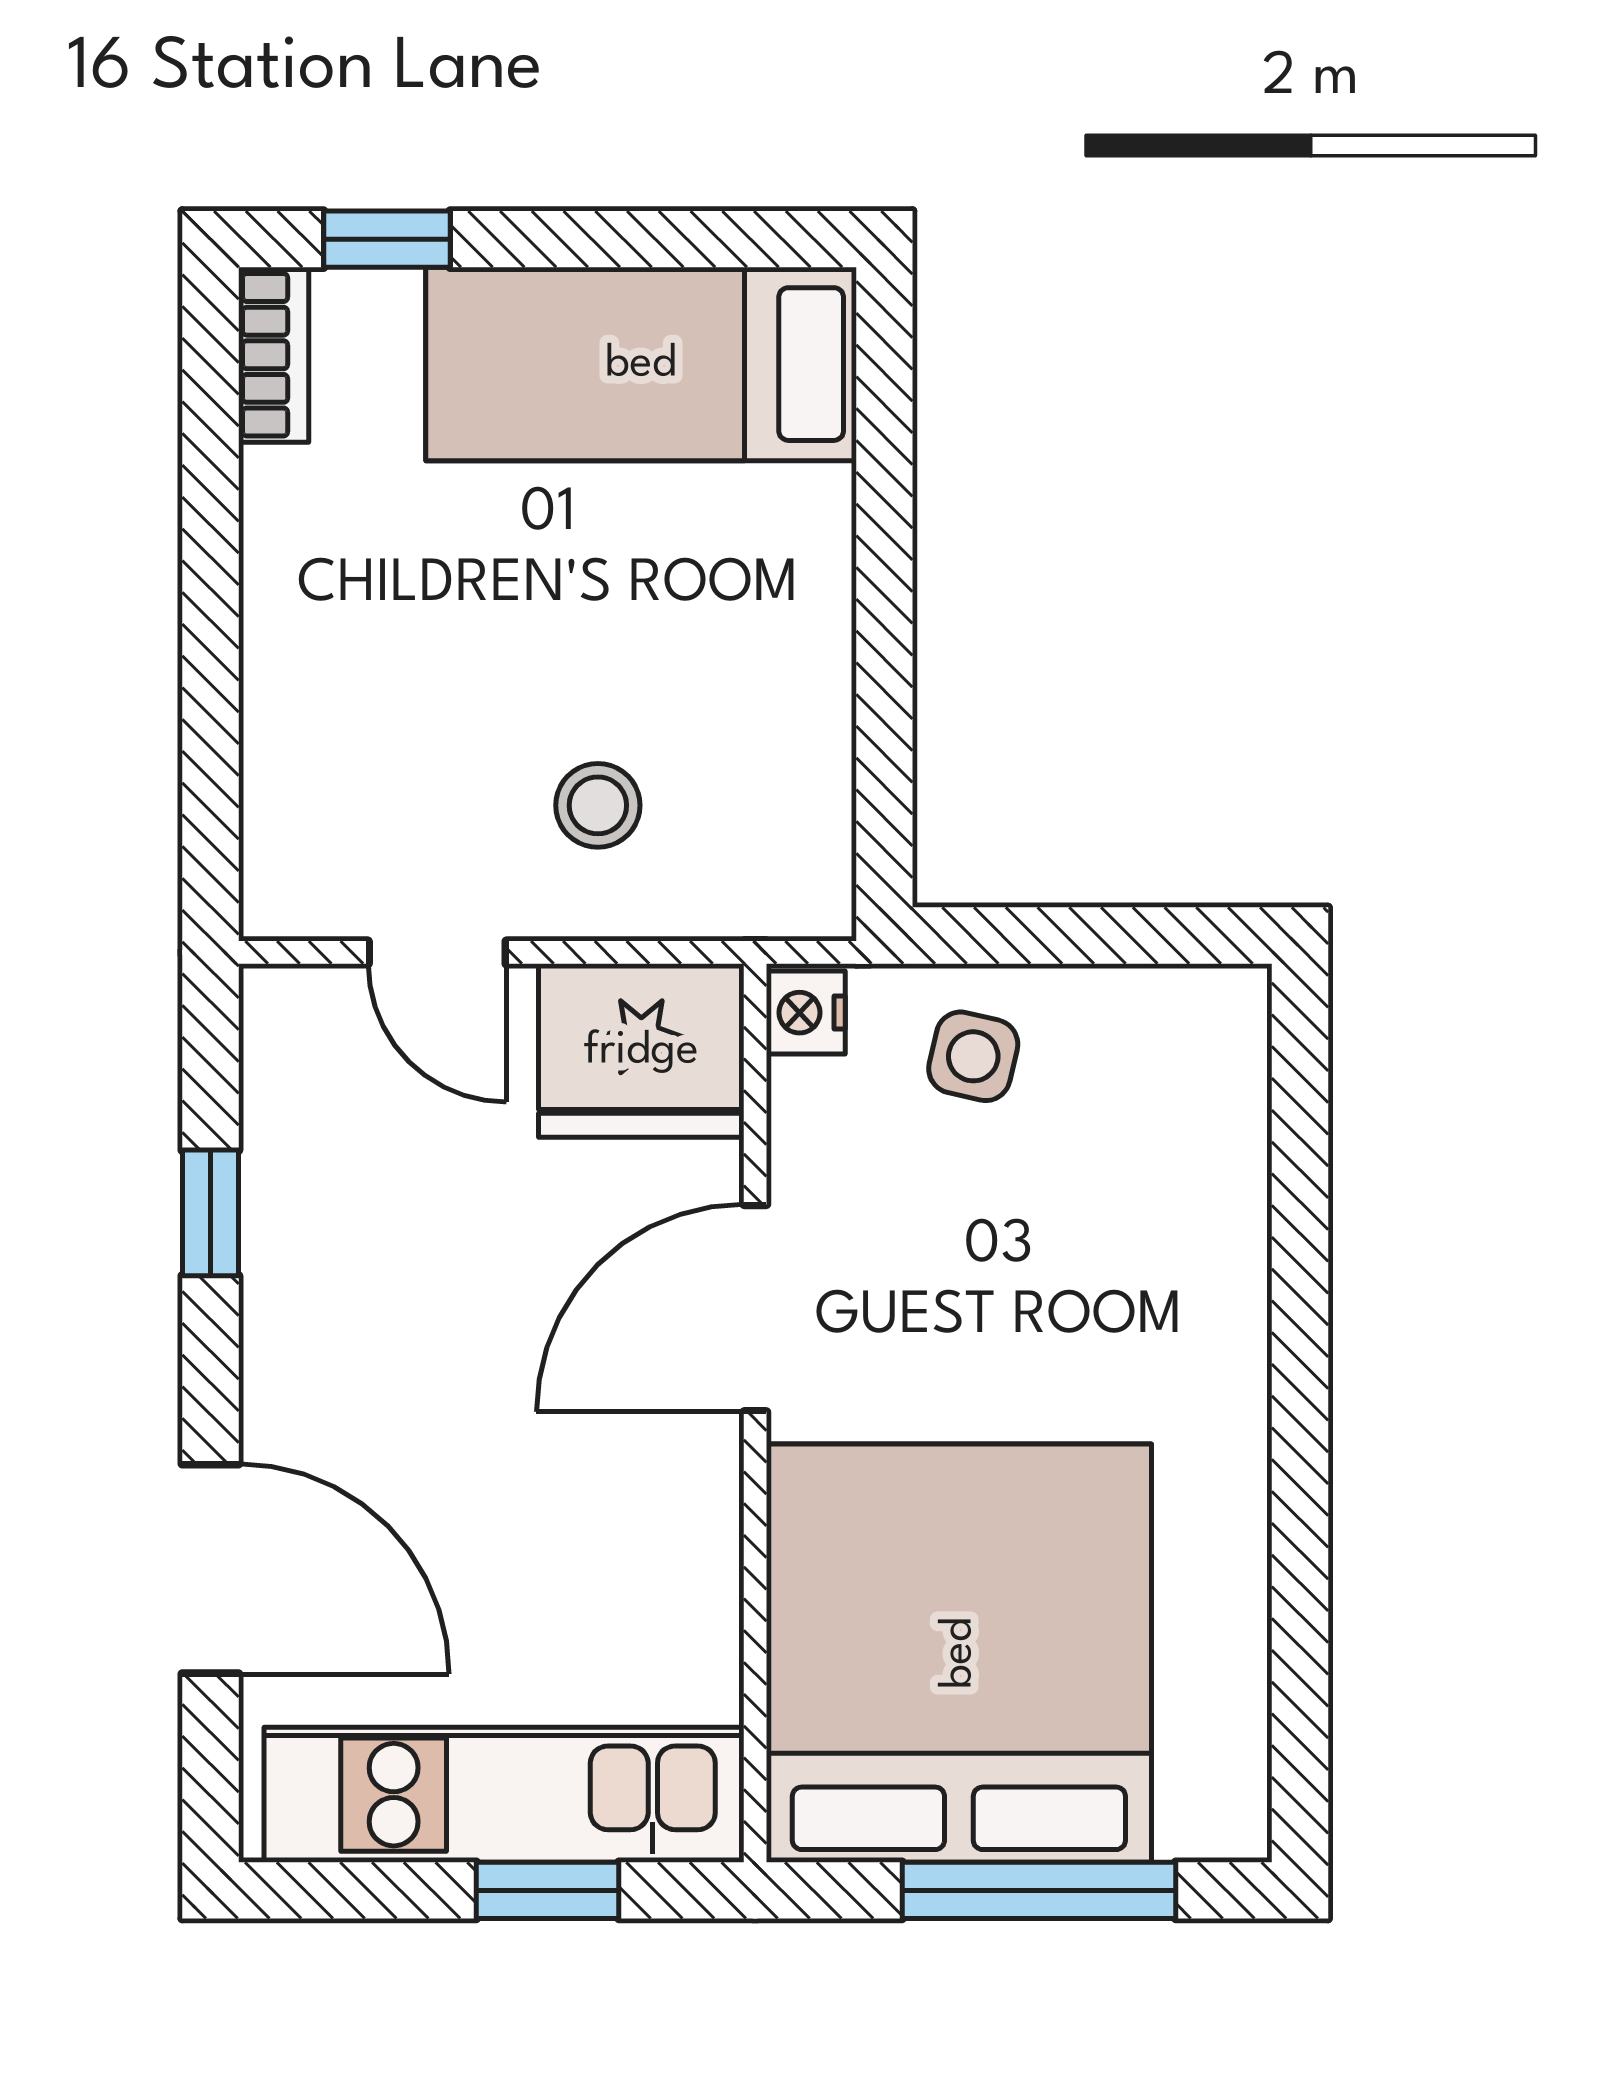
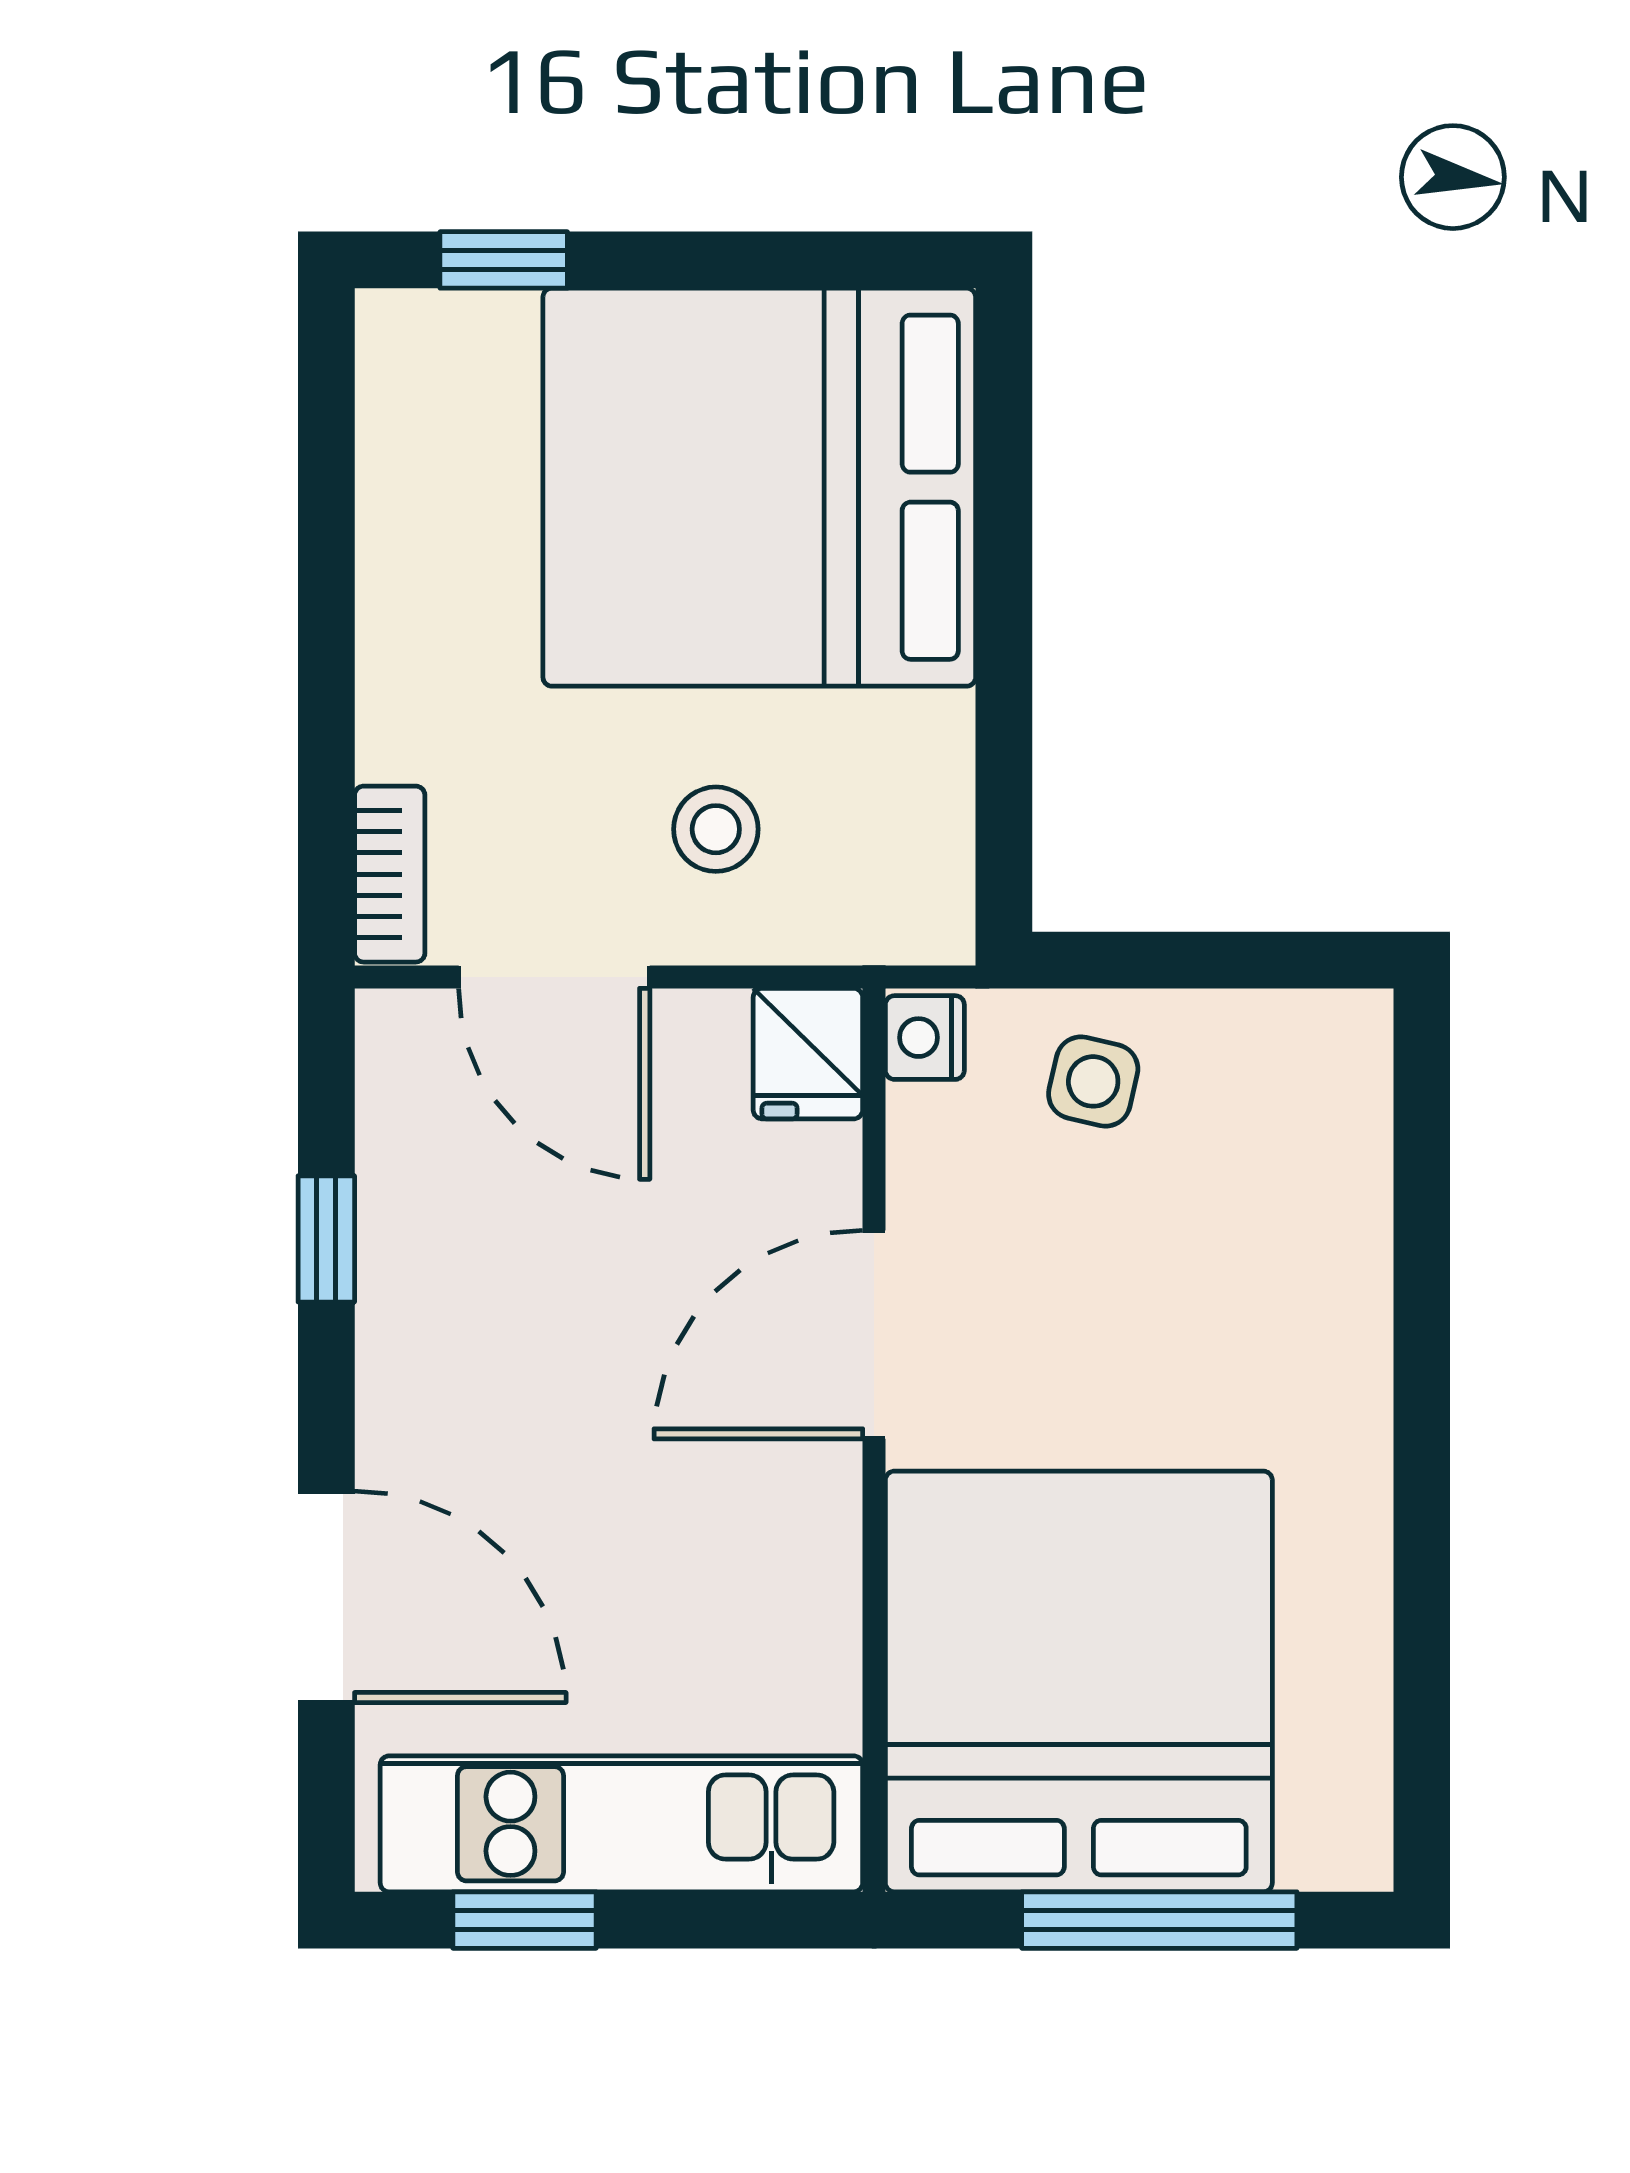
bookcase: (274, 355) -> (390, 874), moved
bed: (641, 364) -> (759, 487), width x2.04
door: (437, 952) -> (554, 977), width x1.38
fridge: (641, 1051) -> (808, 1054), width x0.53, depth x0.75
window: (548, 1890) -> (525, 1920), moved

